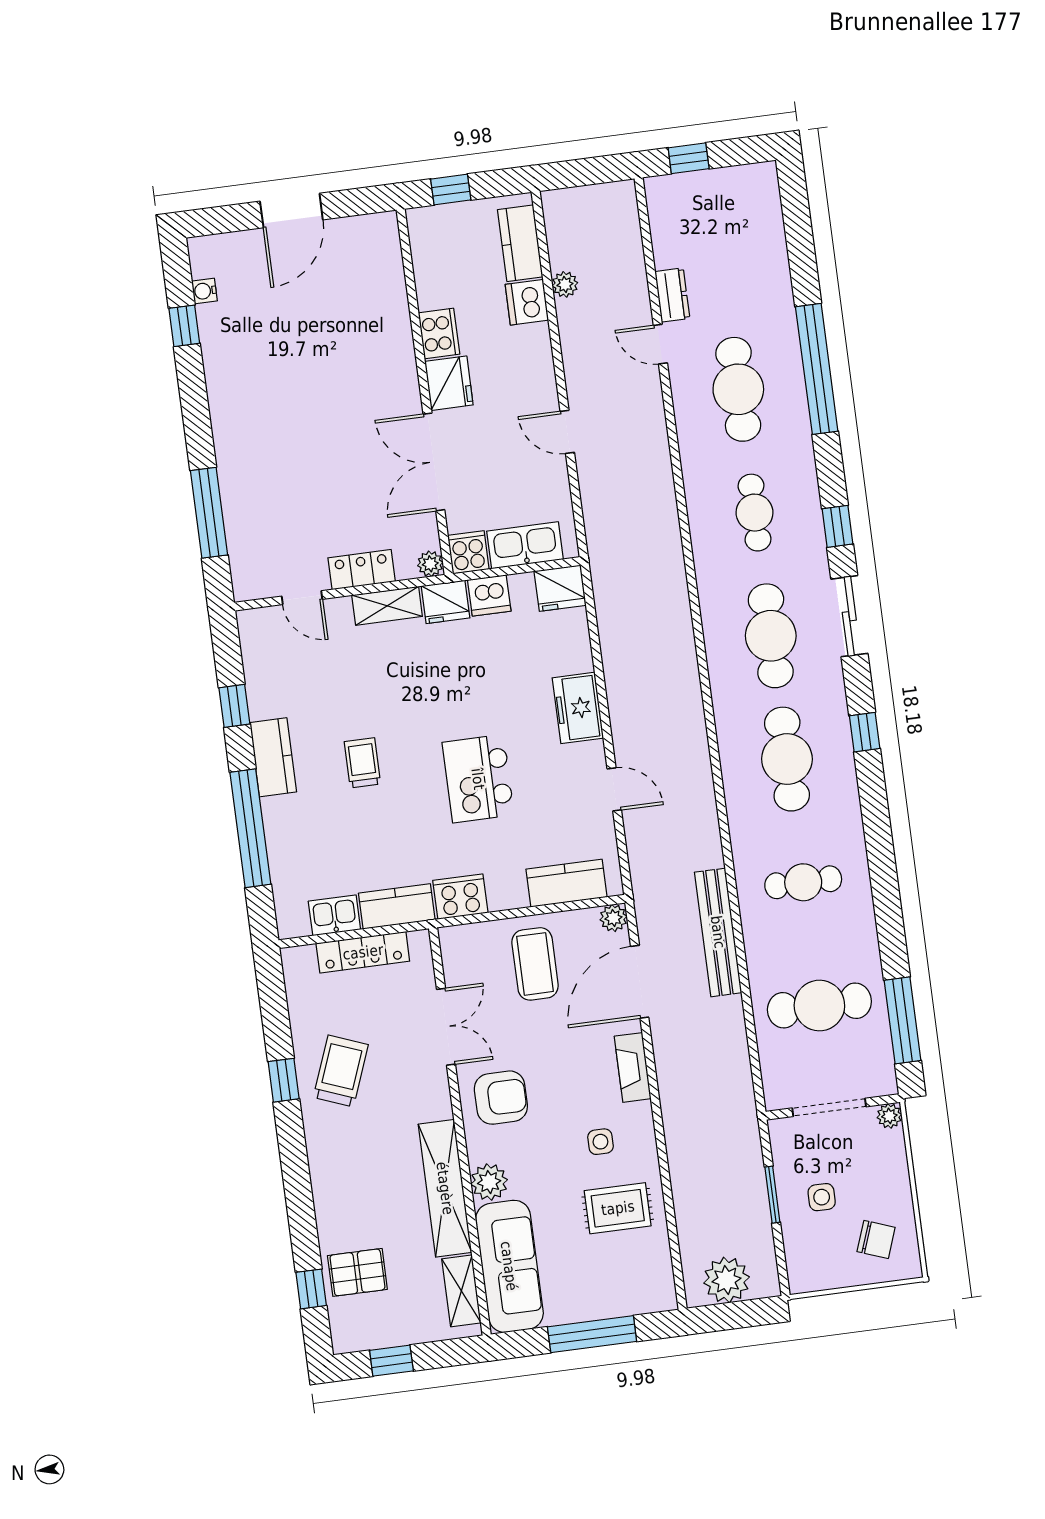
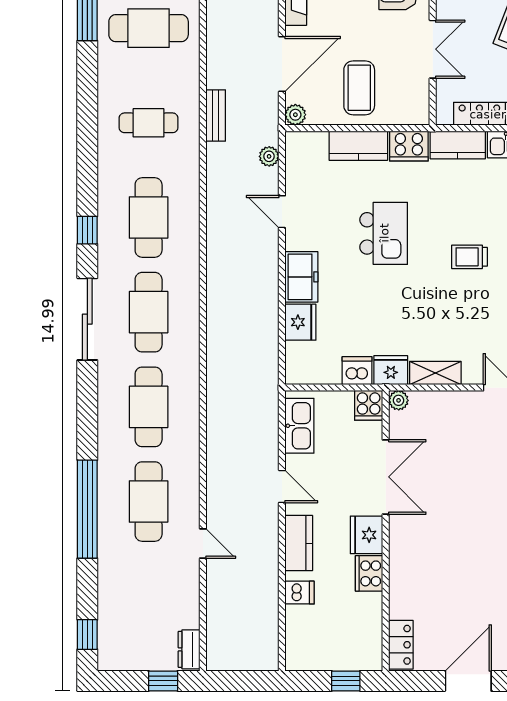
kitchen counter: (520, 243) -> (299, 543), moved
plant: (565, 284) -> (269, 156), moved
dresser: (672, 295) -> (189, 649), moved
dishwasher: (527, 302) -> (300, 593), width x0.73
cafe table: (755, 513) -> (149, 407), width x1.37, depth x1.35
window: (837, 526) -> (87, 635), moved
kitchen sink: (525, 545) -> (299, 426), moved, turned -90
locker: (362, 570) -> (401, 645), moved, turned -90
fridge: (560, 588) -> (300, 322), moved, turned 90
sliding door: (849, 616) -> (87, 319), width x1.37
trolley: (362, 763) -> (470, 257), turned 90
kitchen counter: (567, 883) -> (358, 146), moved
bench: (718, 932) -> (216, 116), width x0.54, depth x0.82
double door: (446, 1027) -> (433, 49), swing flipped

